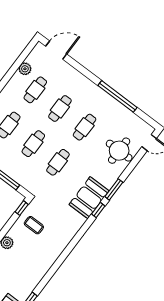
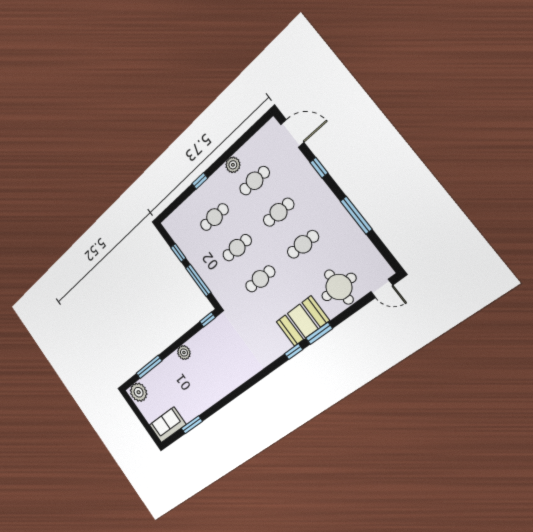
plant: (25, 69) -> (233, 165), moved
window: (82, 70) -> (319, 168), added
window: (117, 96) -> (356, 215), width x0.68
booth: (89, 198) -> (303, 321), moved
coffee table: (34, 225) -> (216, 343), removed

